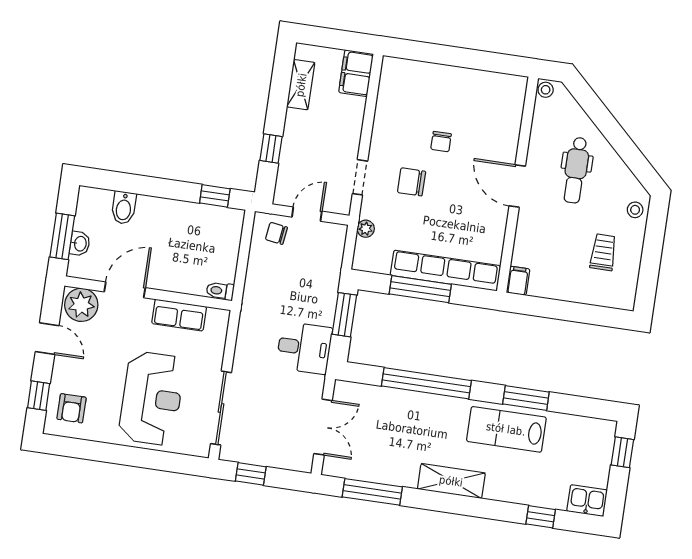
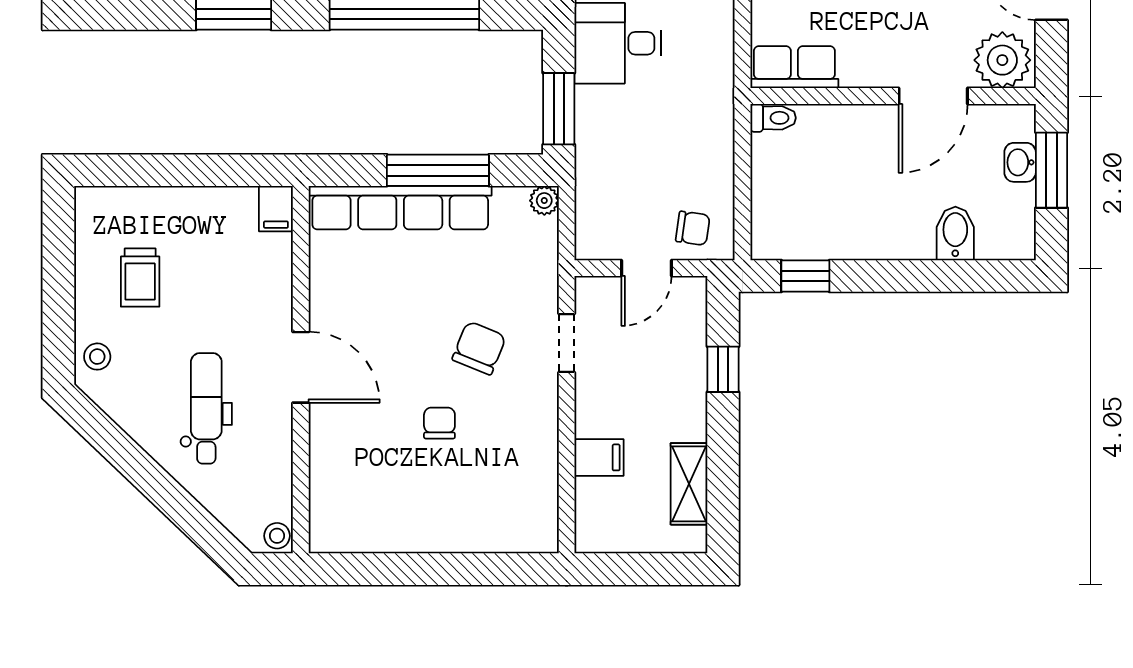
filing cabinet: (356, 73) -> (599, 457), moved, width x0.50
chair: (411, 182) -> (479, 348), turned -68
plant: (366, 229) -> (544, 201), moved
row of seats: (179, 315) -> (794, 67), moved

